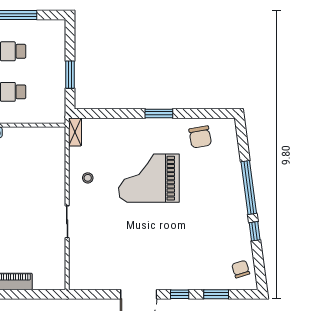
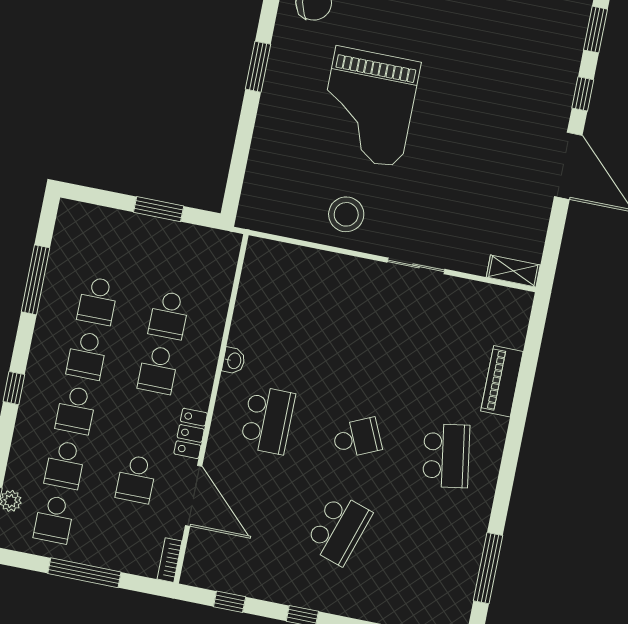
shelving: (75, 132) -> (513, 271), moved
stool: (88, 178) -> (346, 214), width x1.89, depth x1.89

